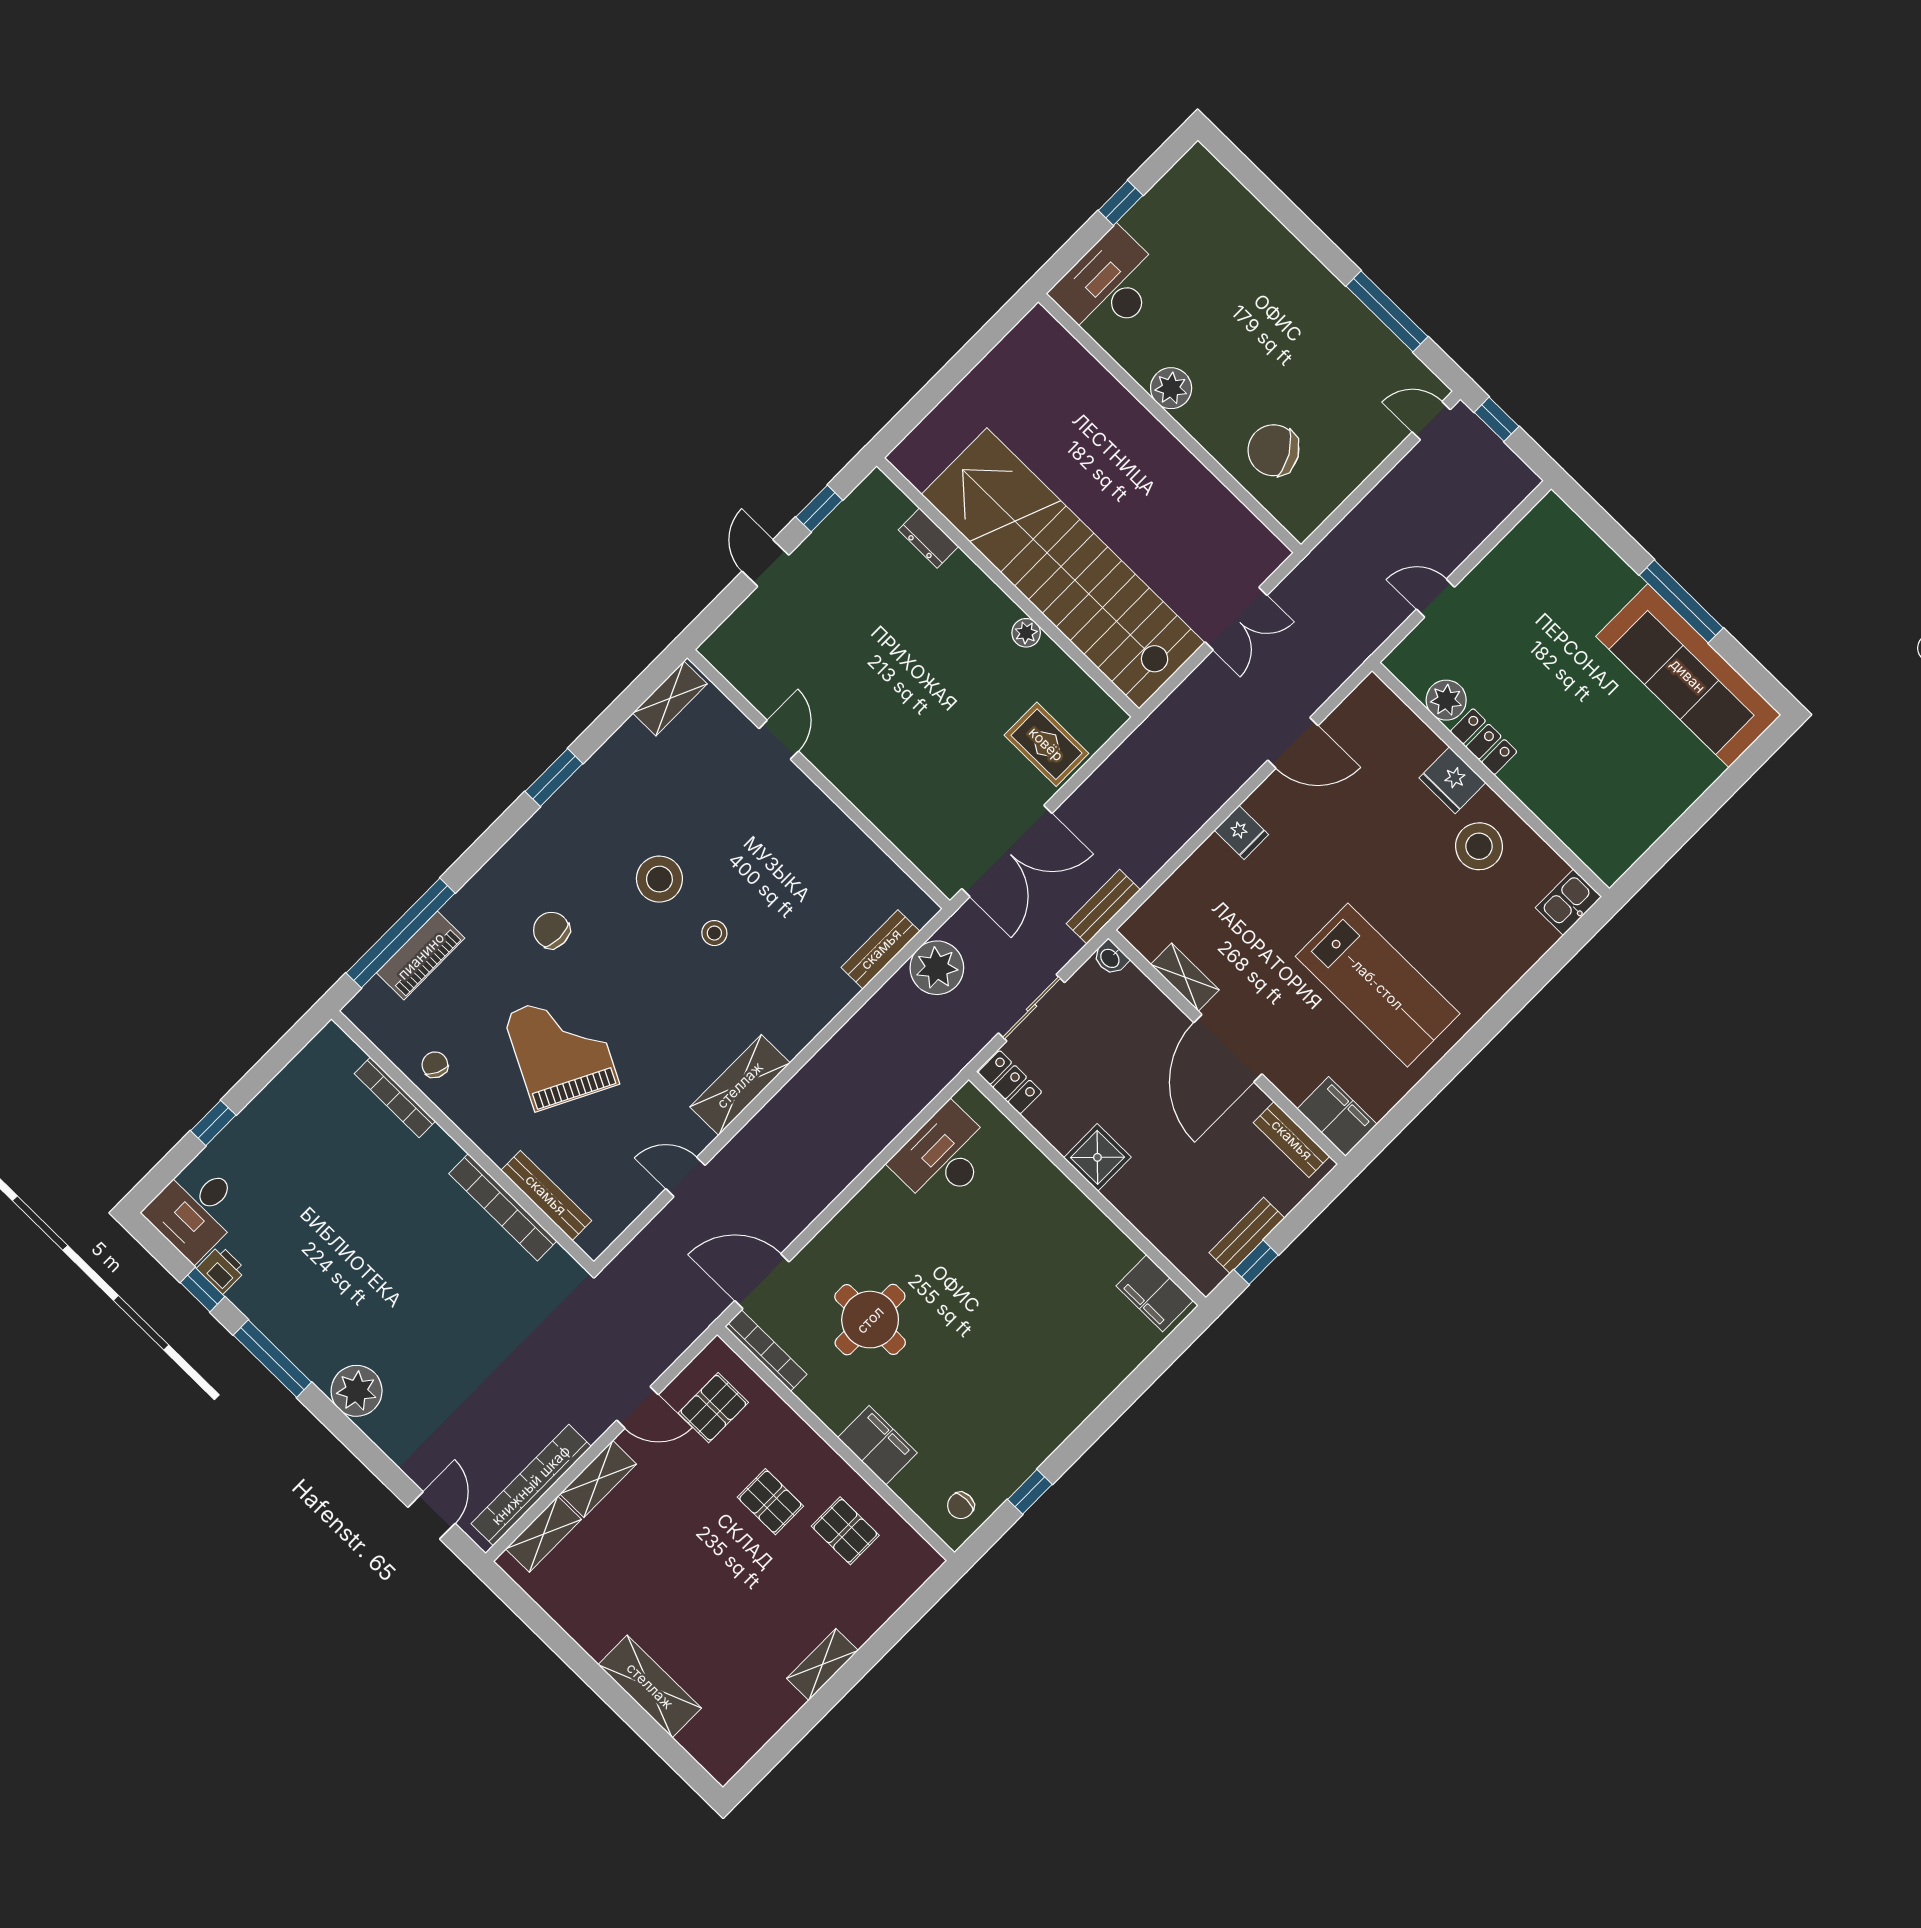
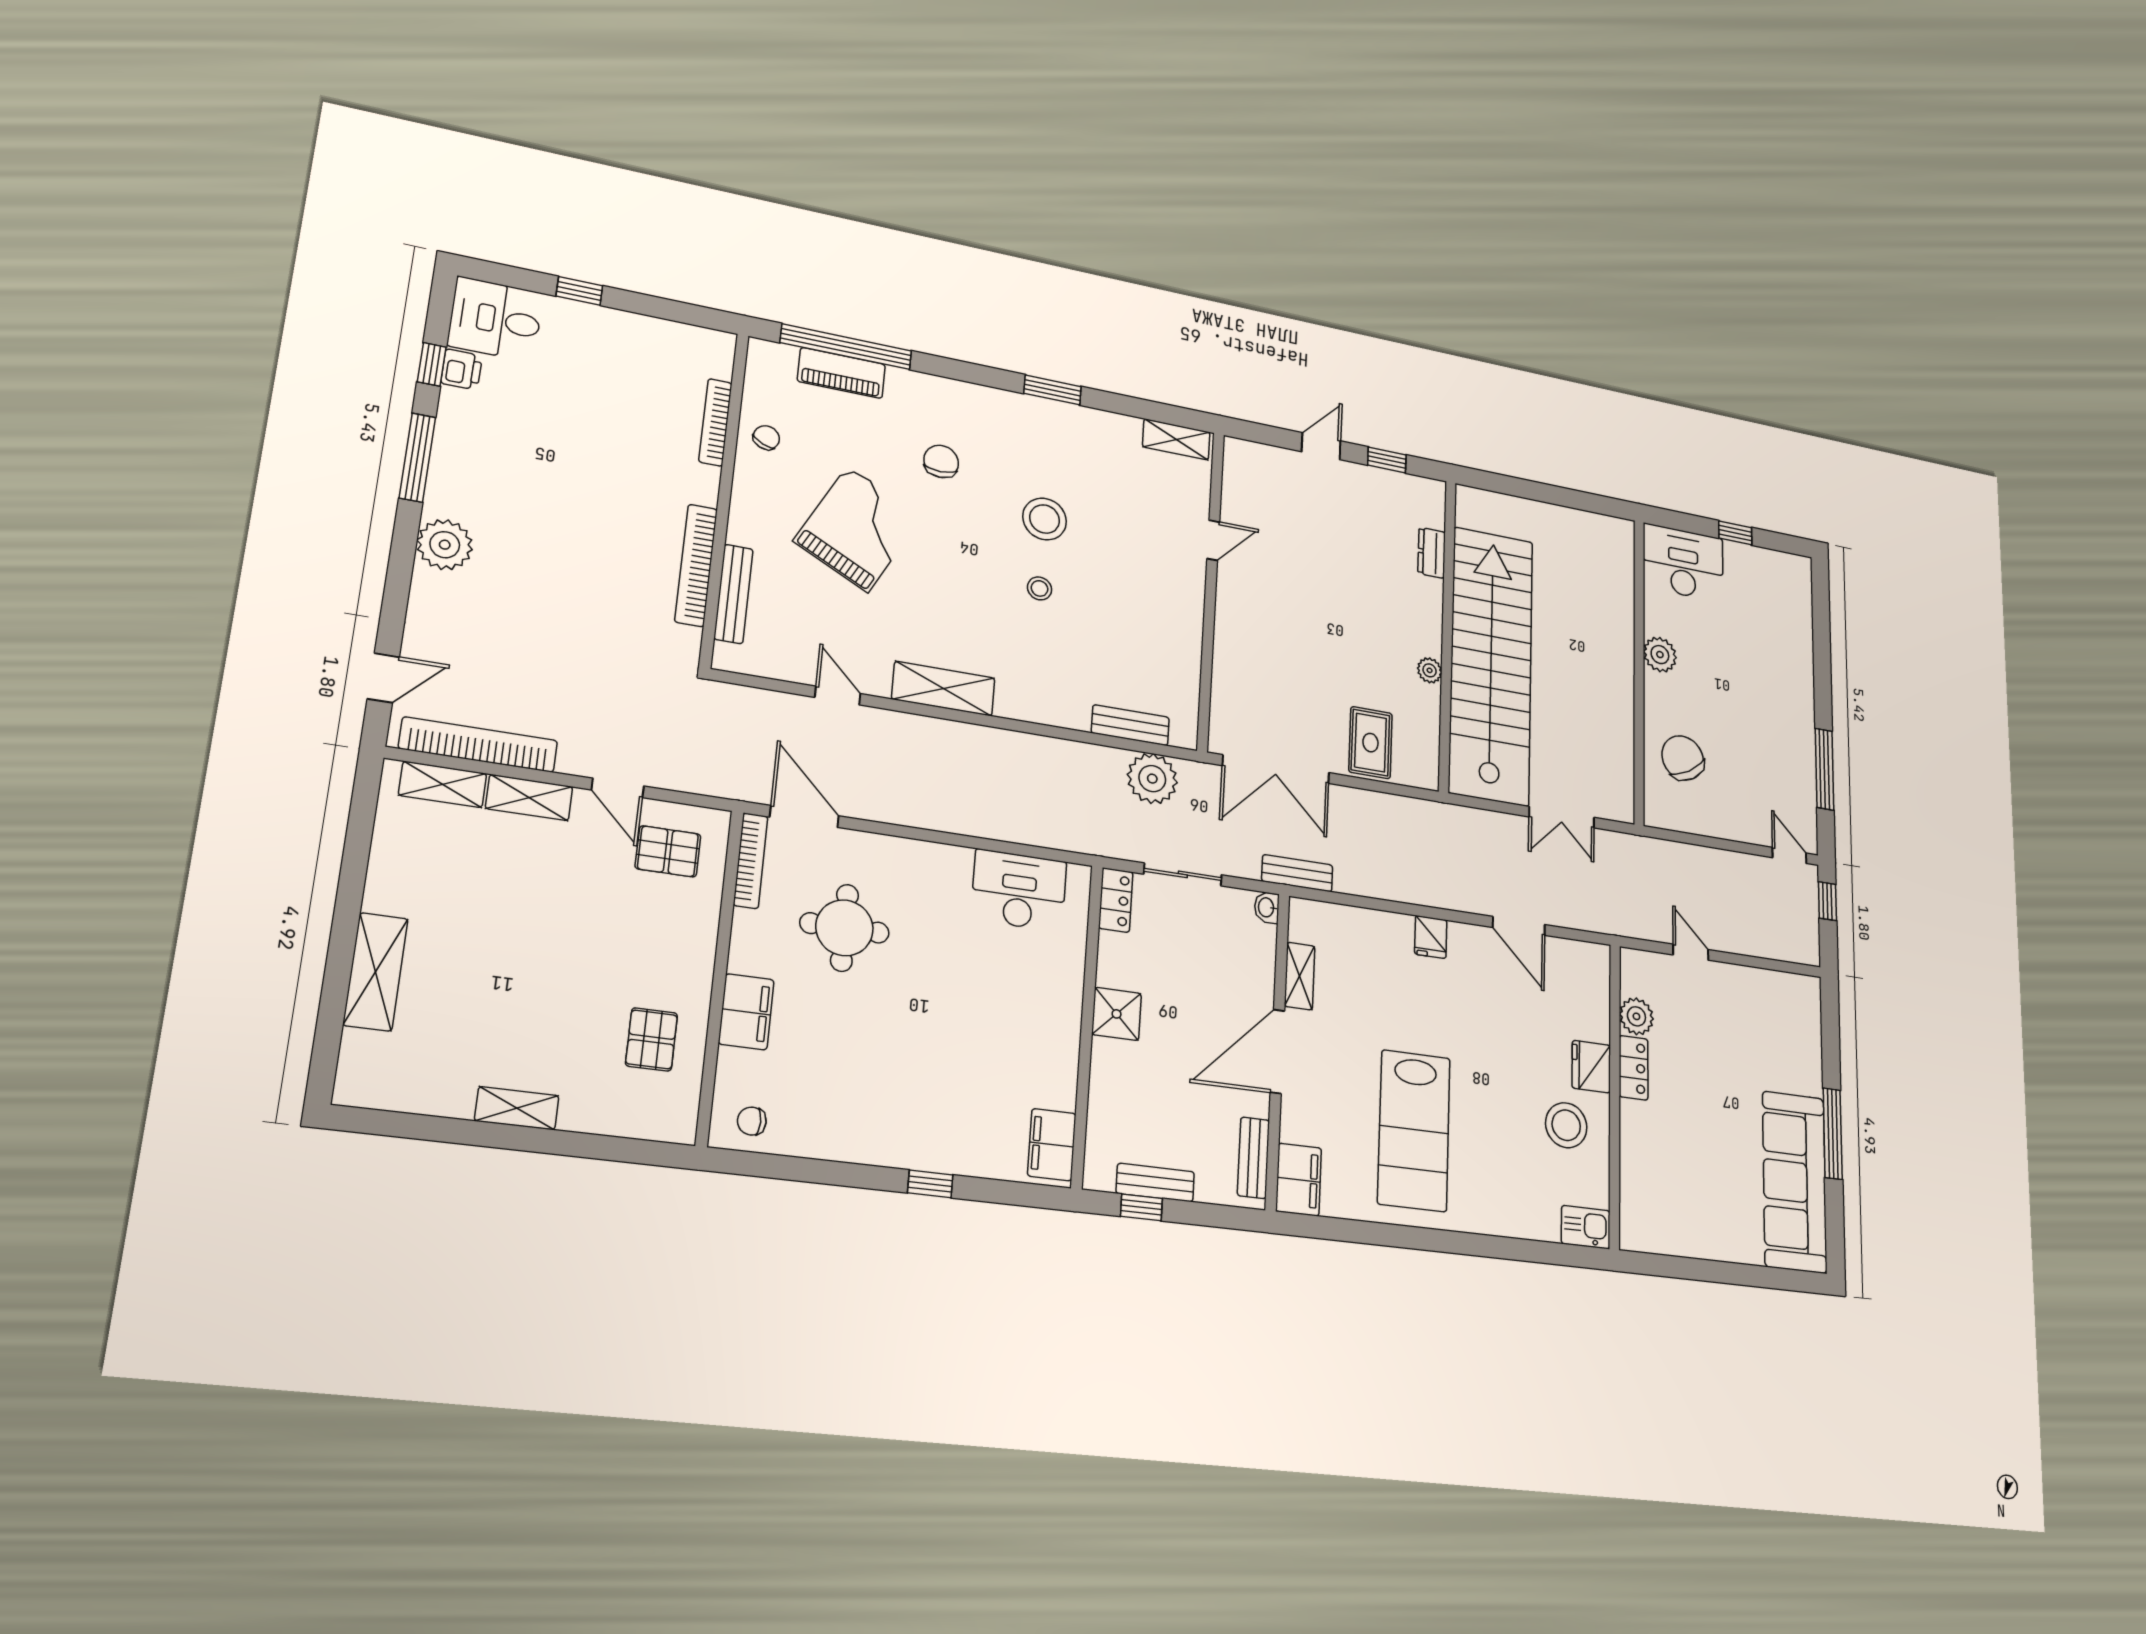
window: (1030, 1492) -> (930, 1184), moved
pallet: (770, 1502) -> (626, 957), removed

